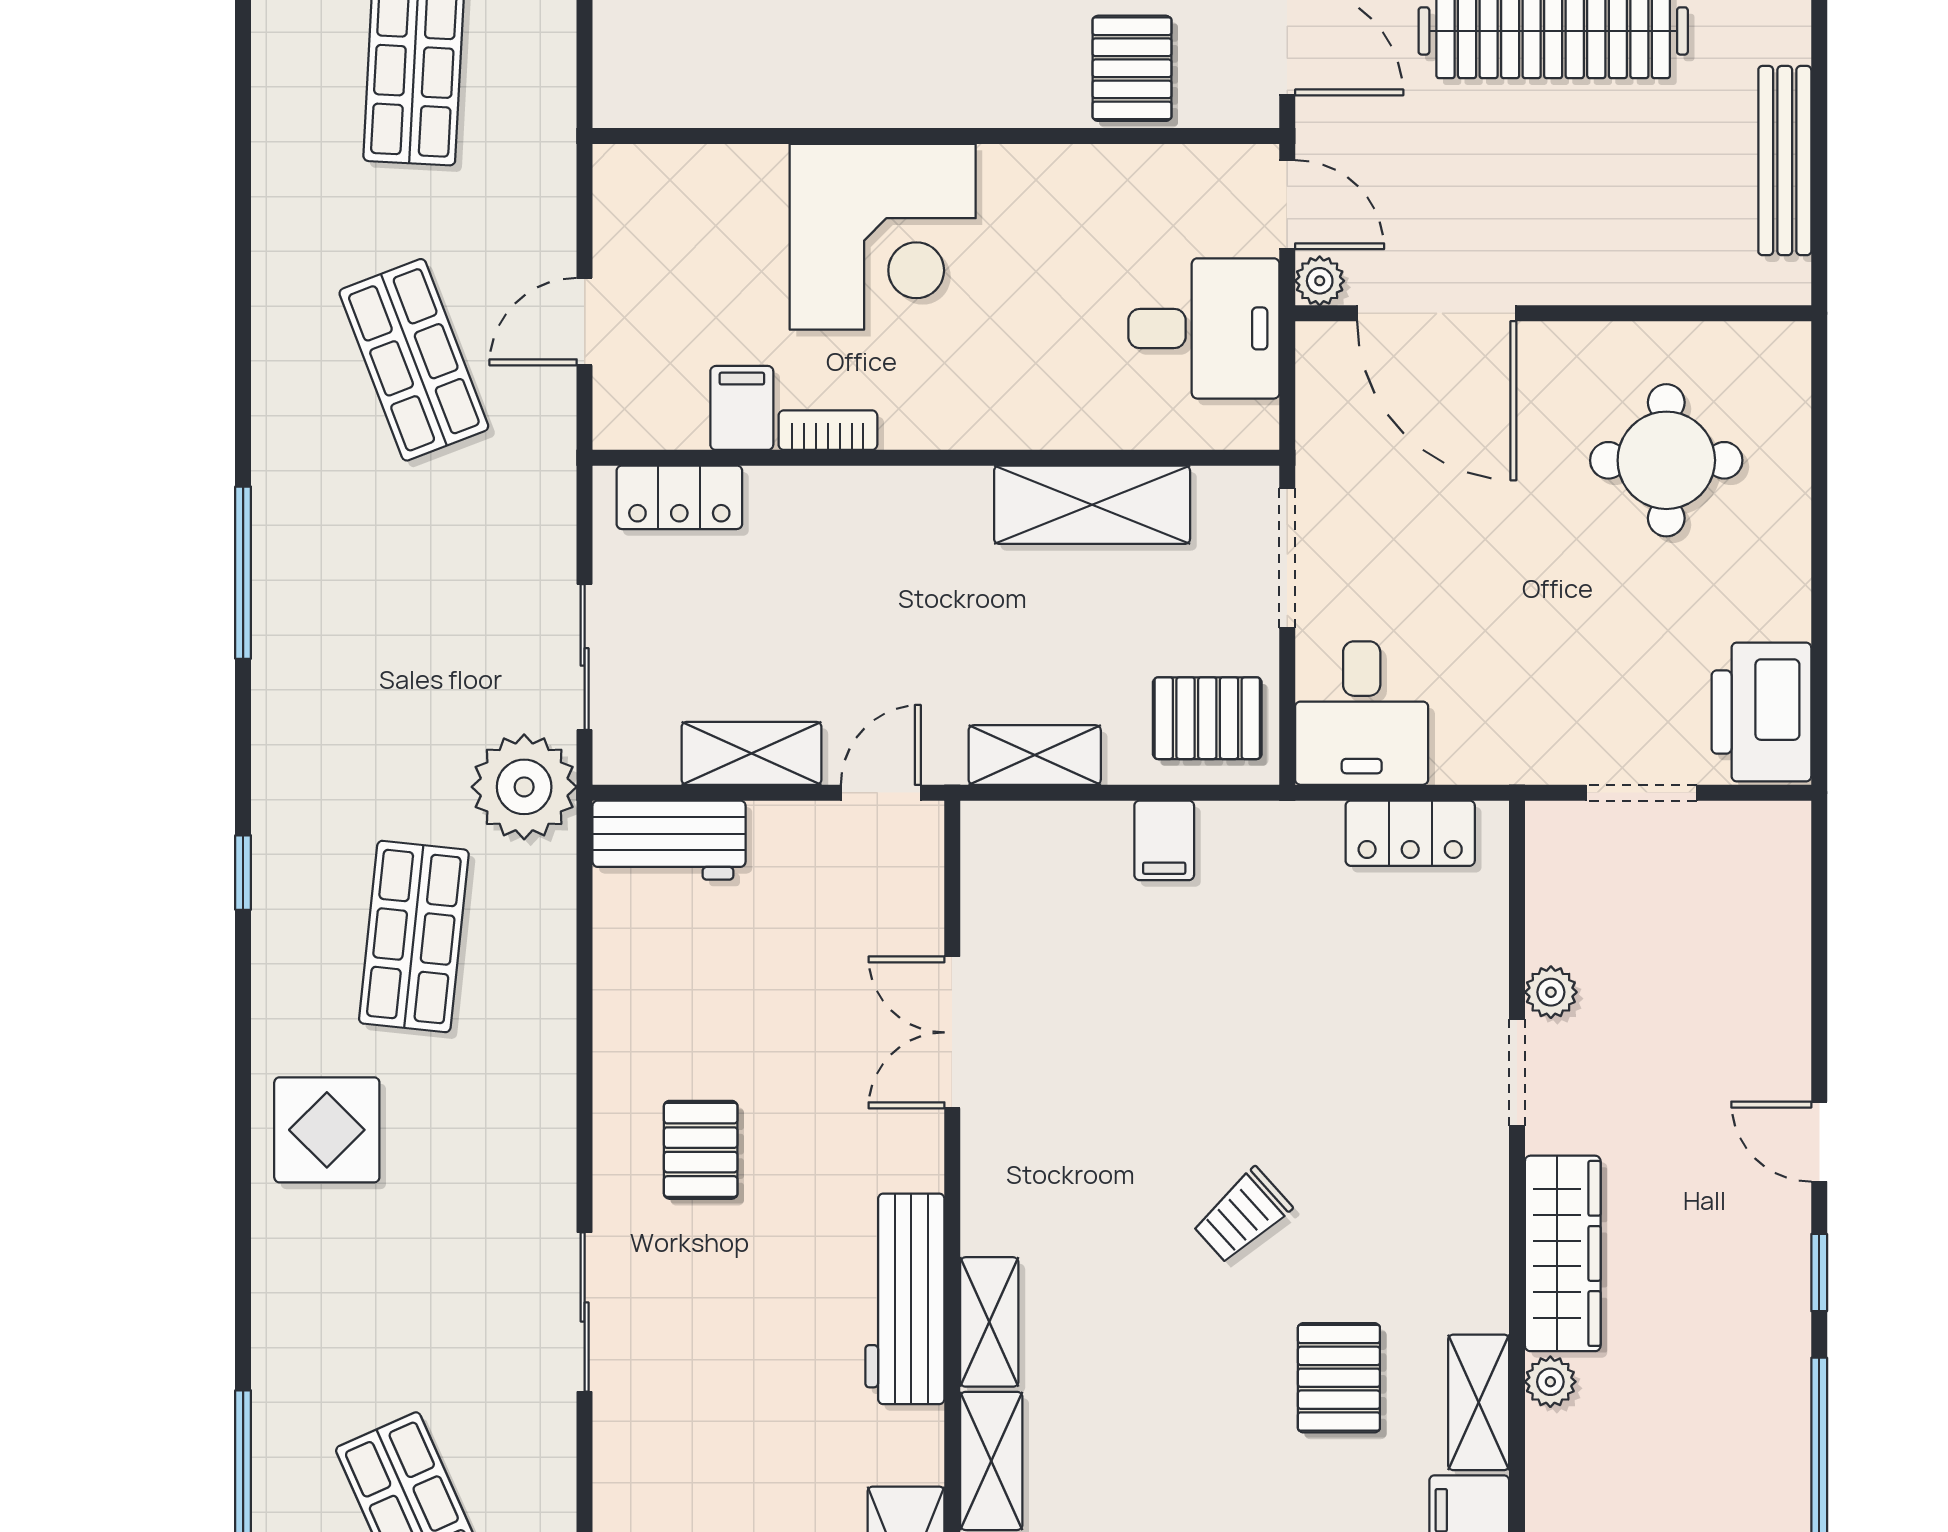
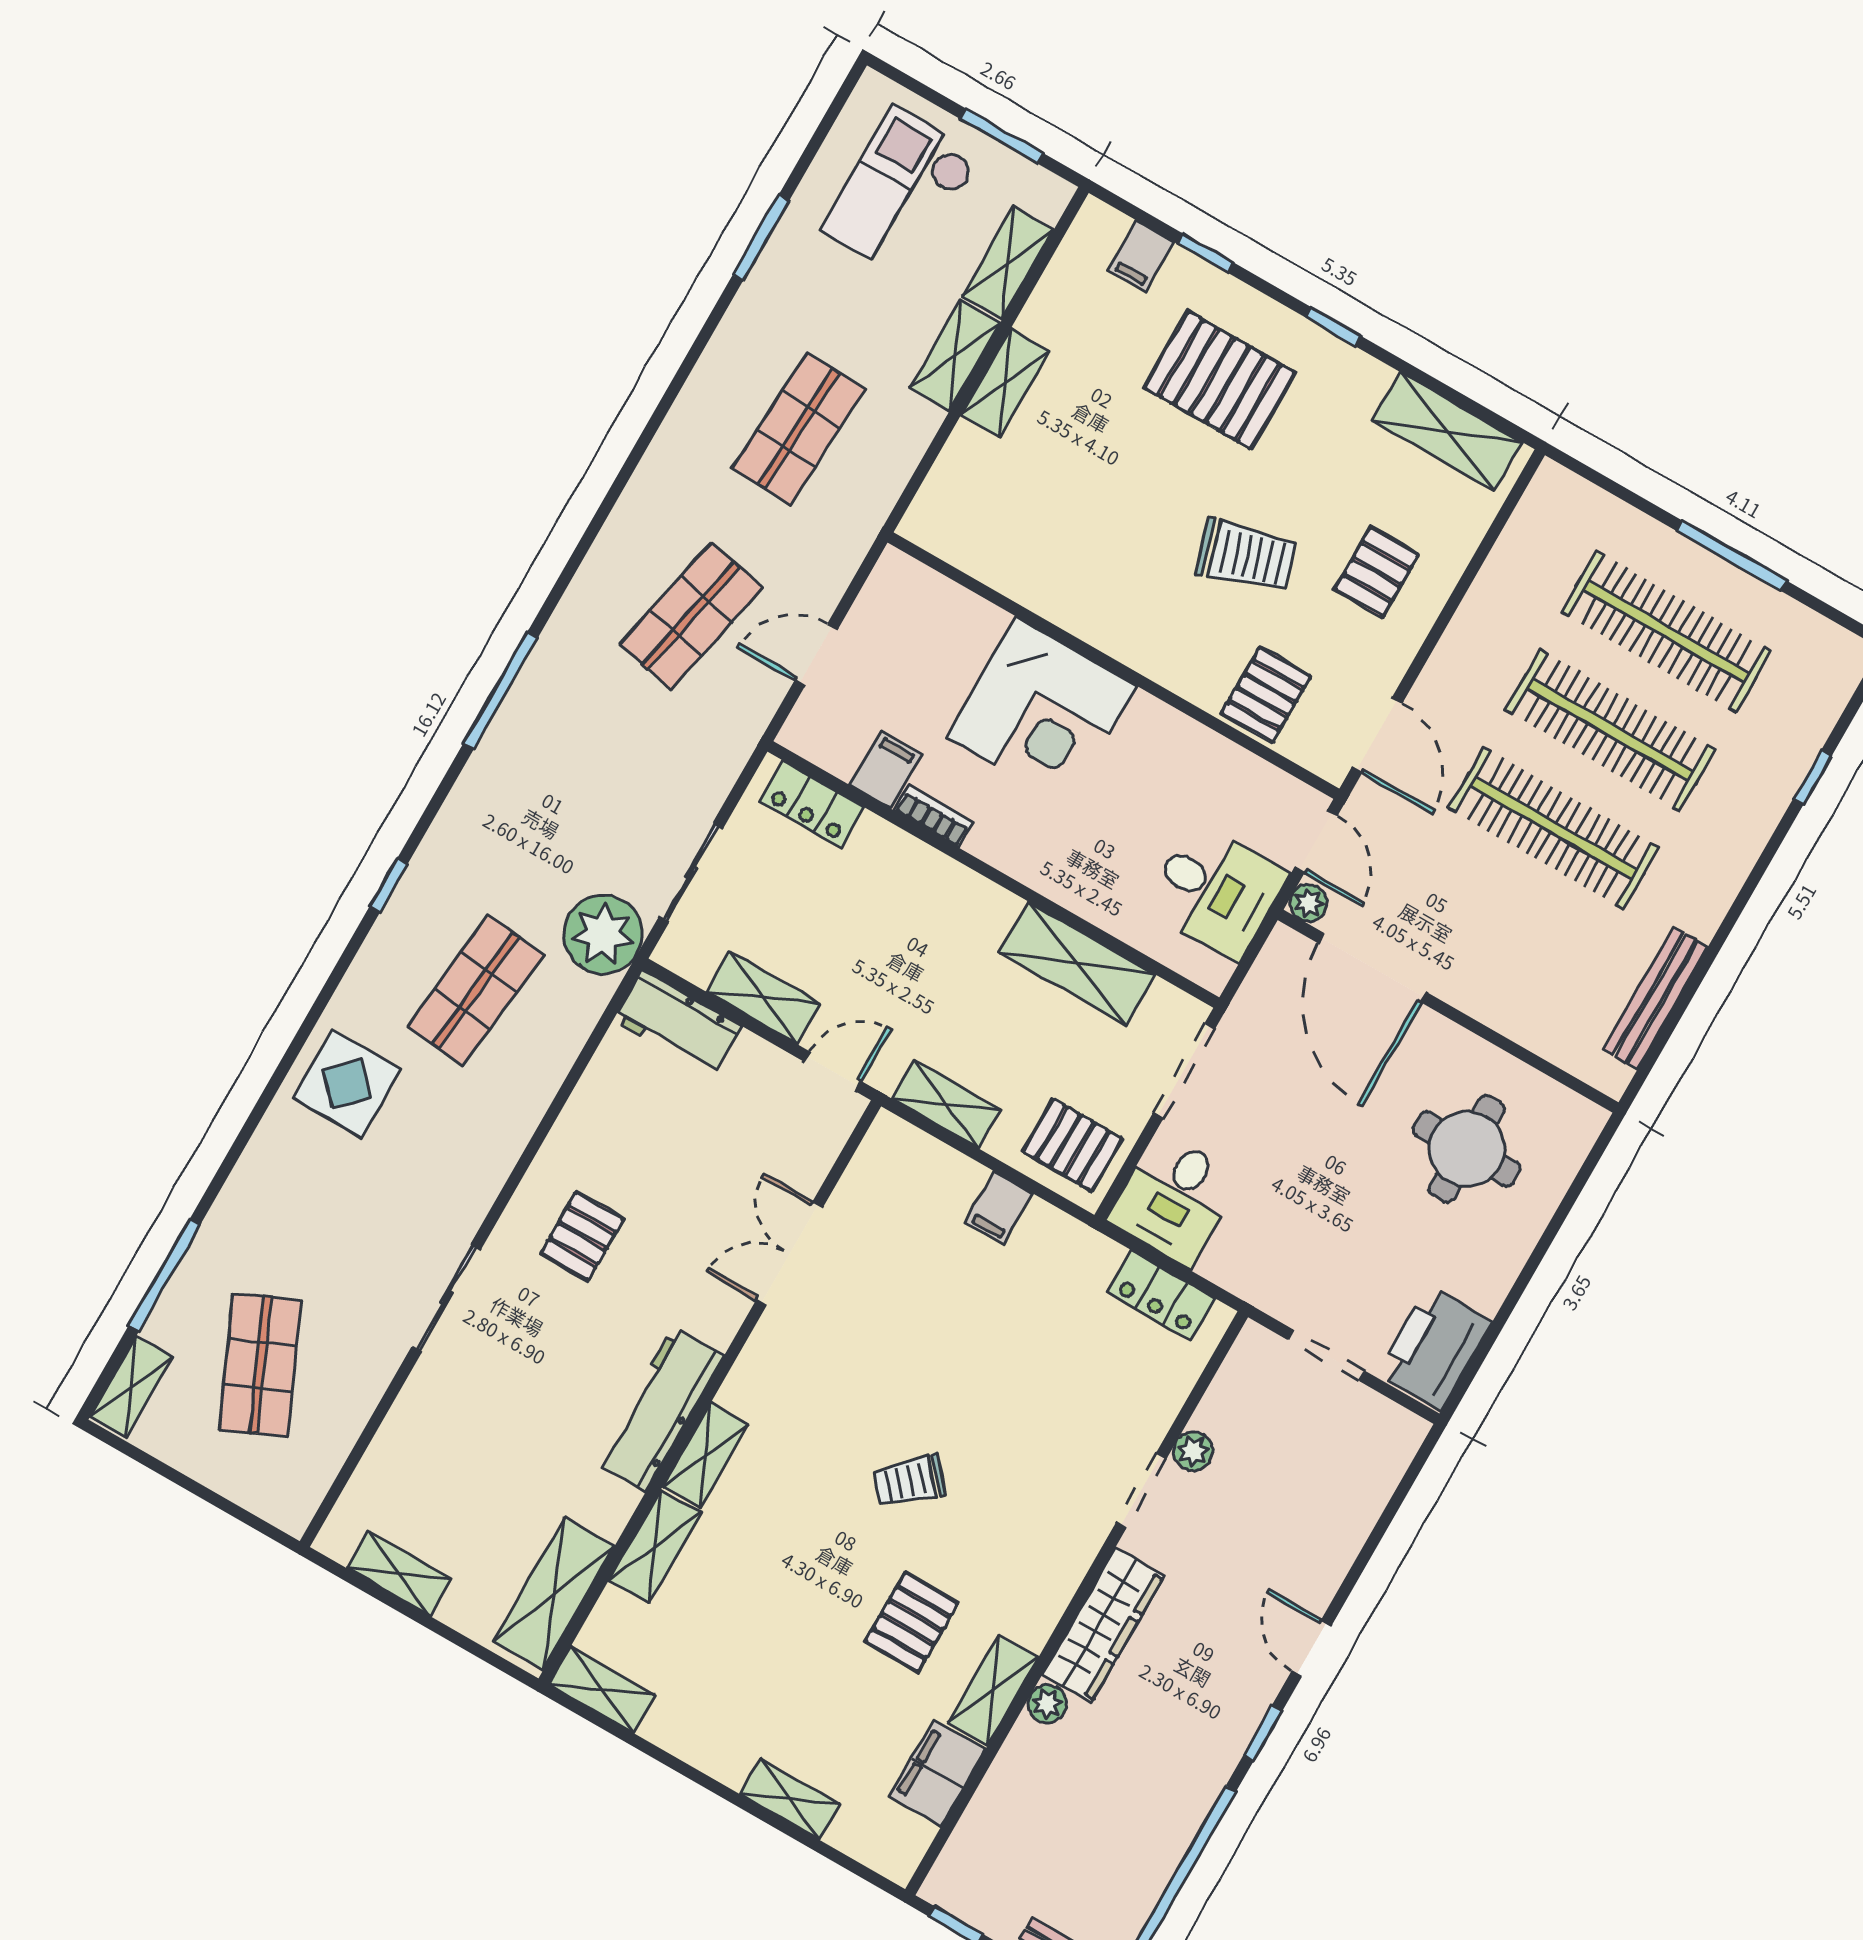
shop shelf: (414, 360) -> (691, 616), turned 33

